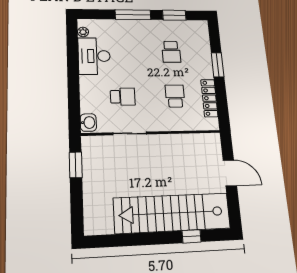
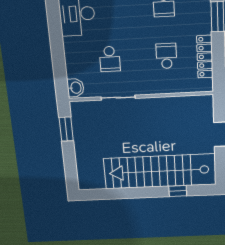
school desk: (123, 97) -> (110, 59), turned 90

